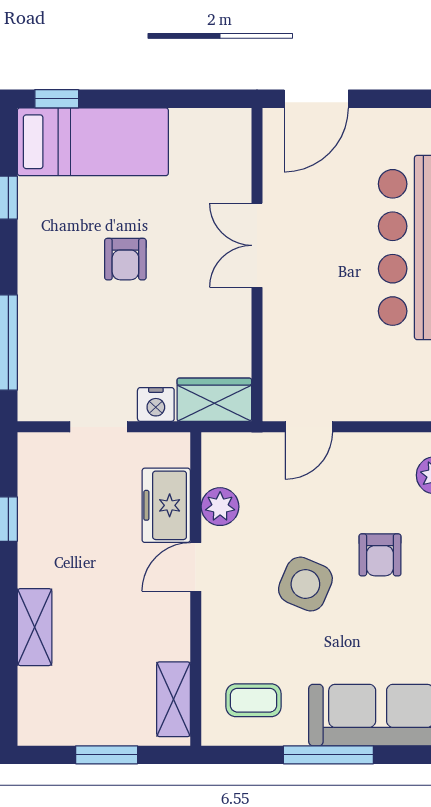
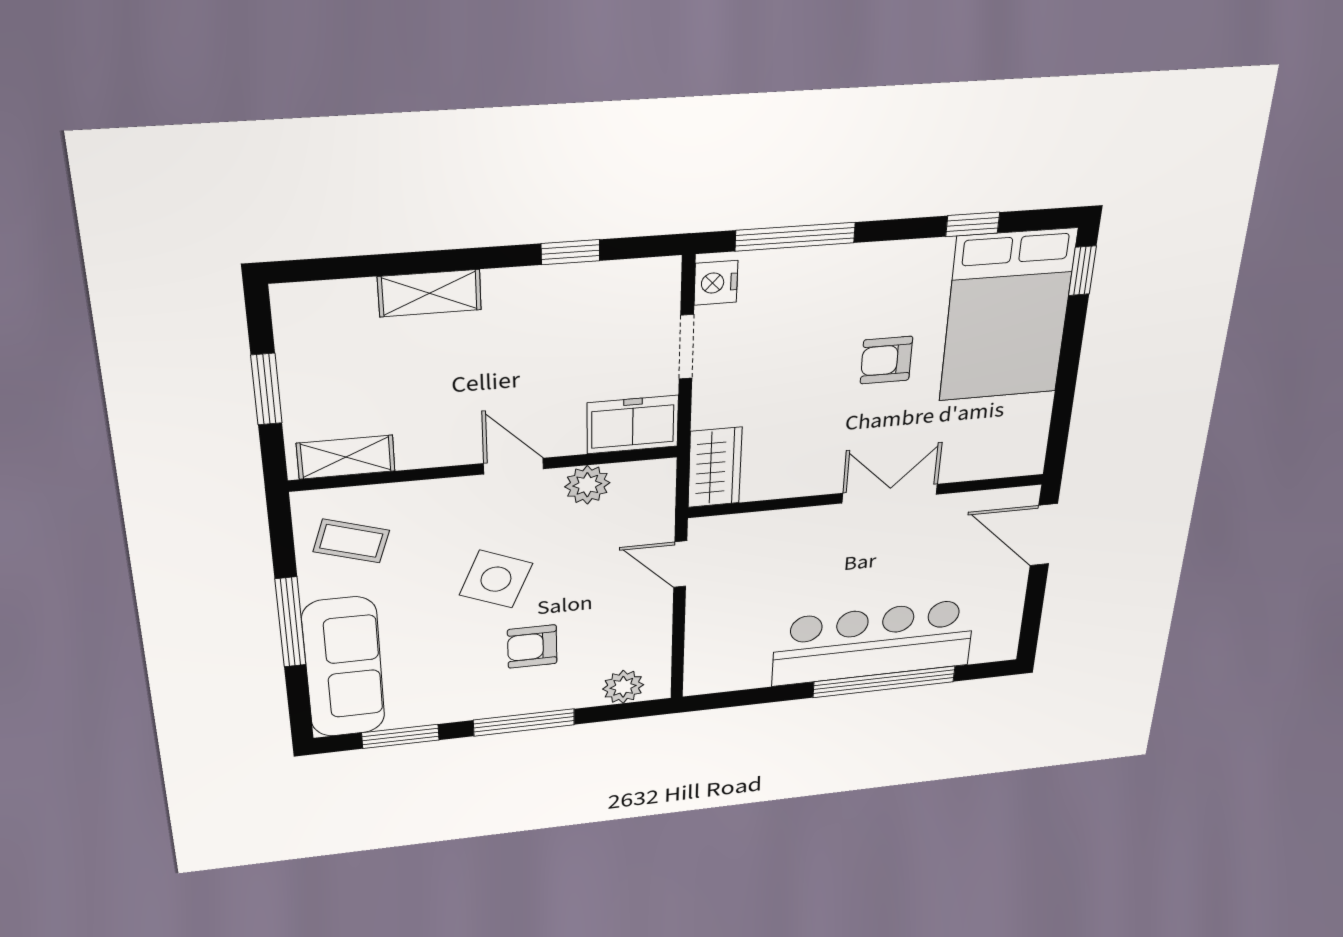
bed: (93, 142) -> (1007, 316), width x1.50
nightstand: (156, 404) -> (716, 283), moved
freezer: (166, 505) -> (633, 425), moved
coffee table: (254, 700) -> (351, 541), turned -72

